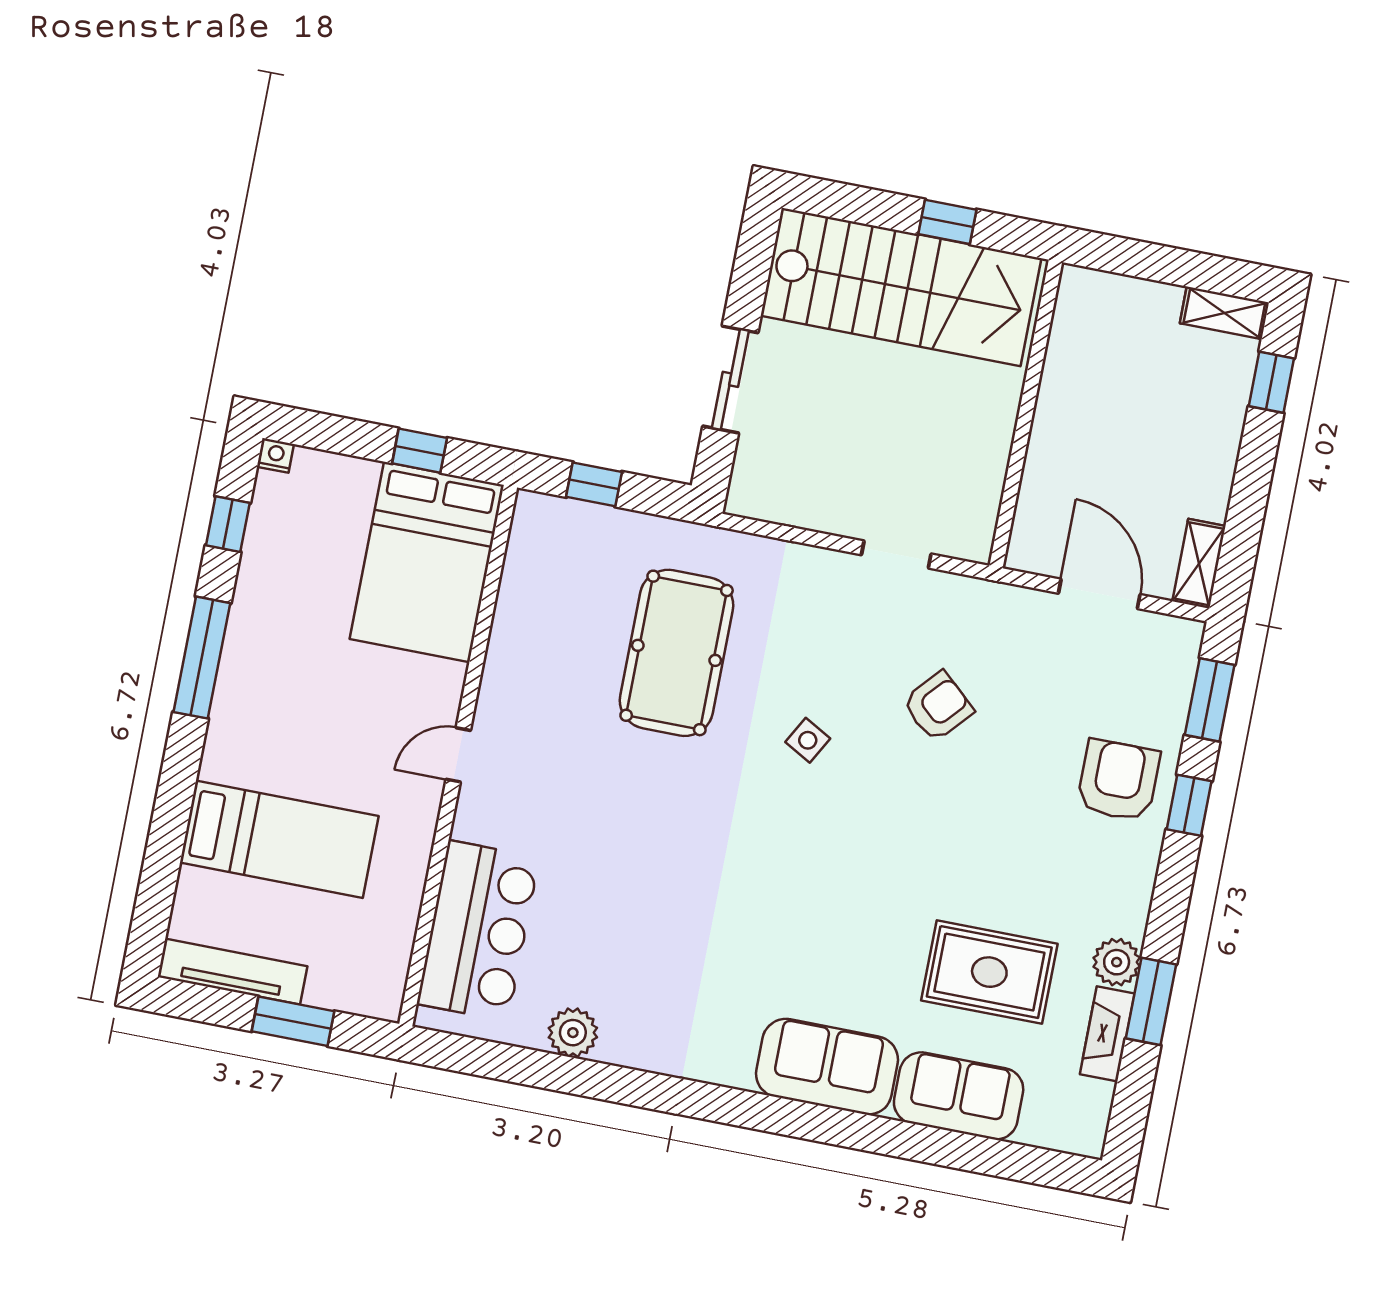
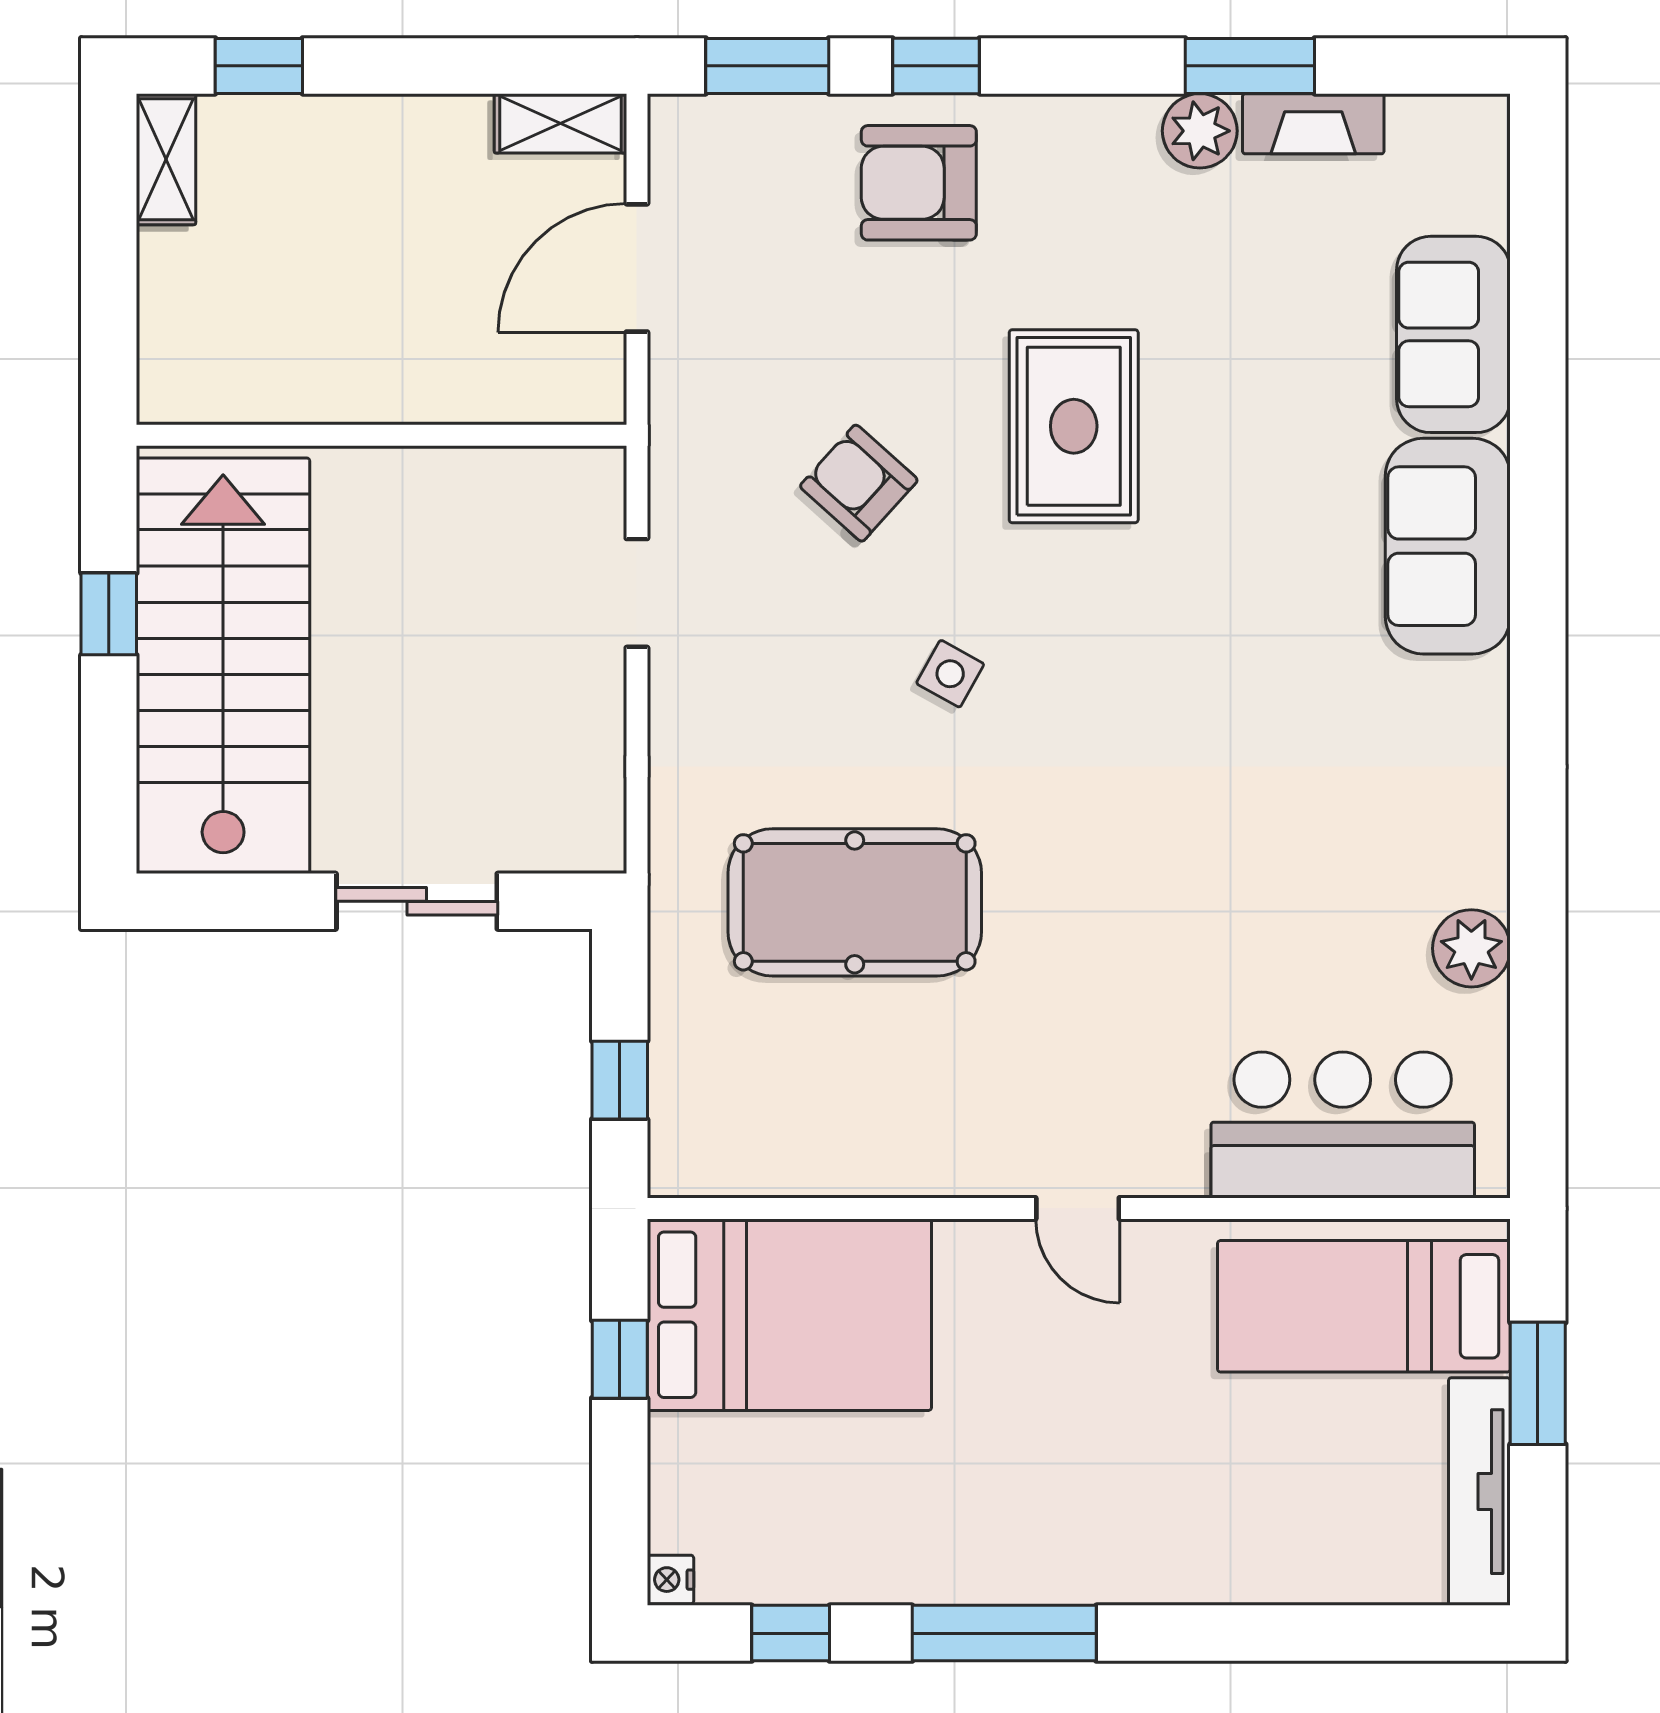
bed: (279, 839) -> (1364, 1306), moved, turned -90
rug: (989, 972) -> (1074, 426), moved

